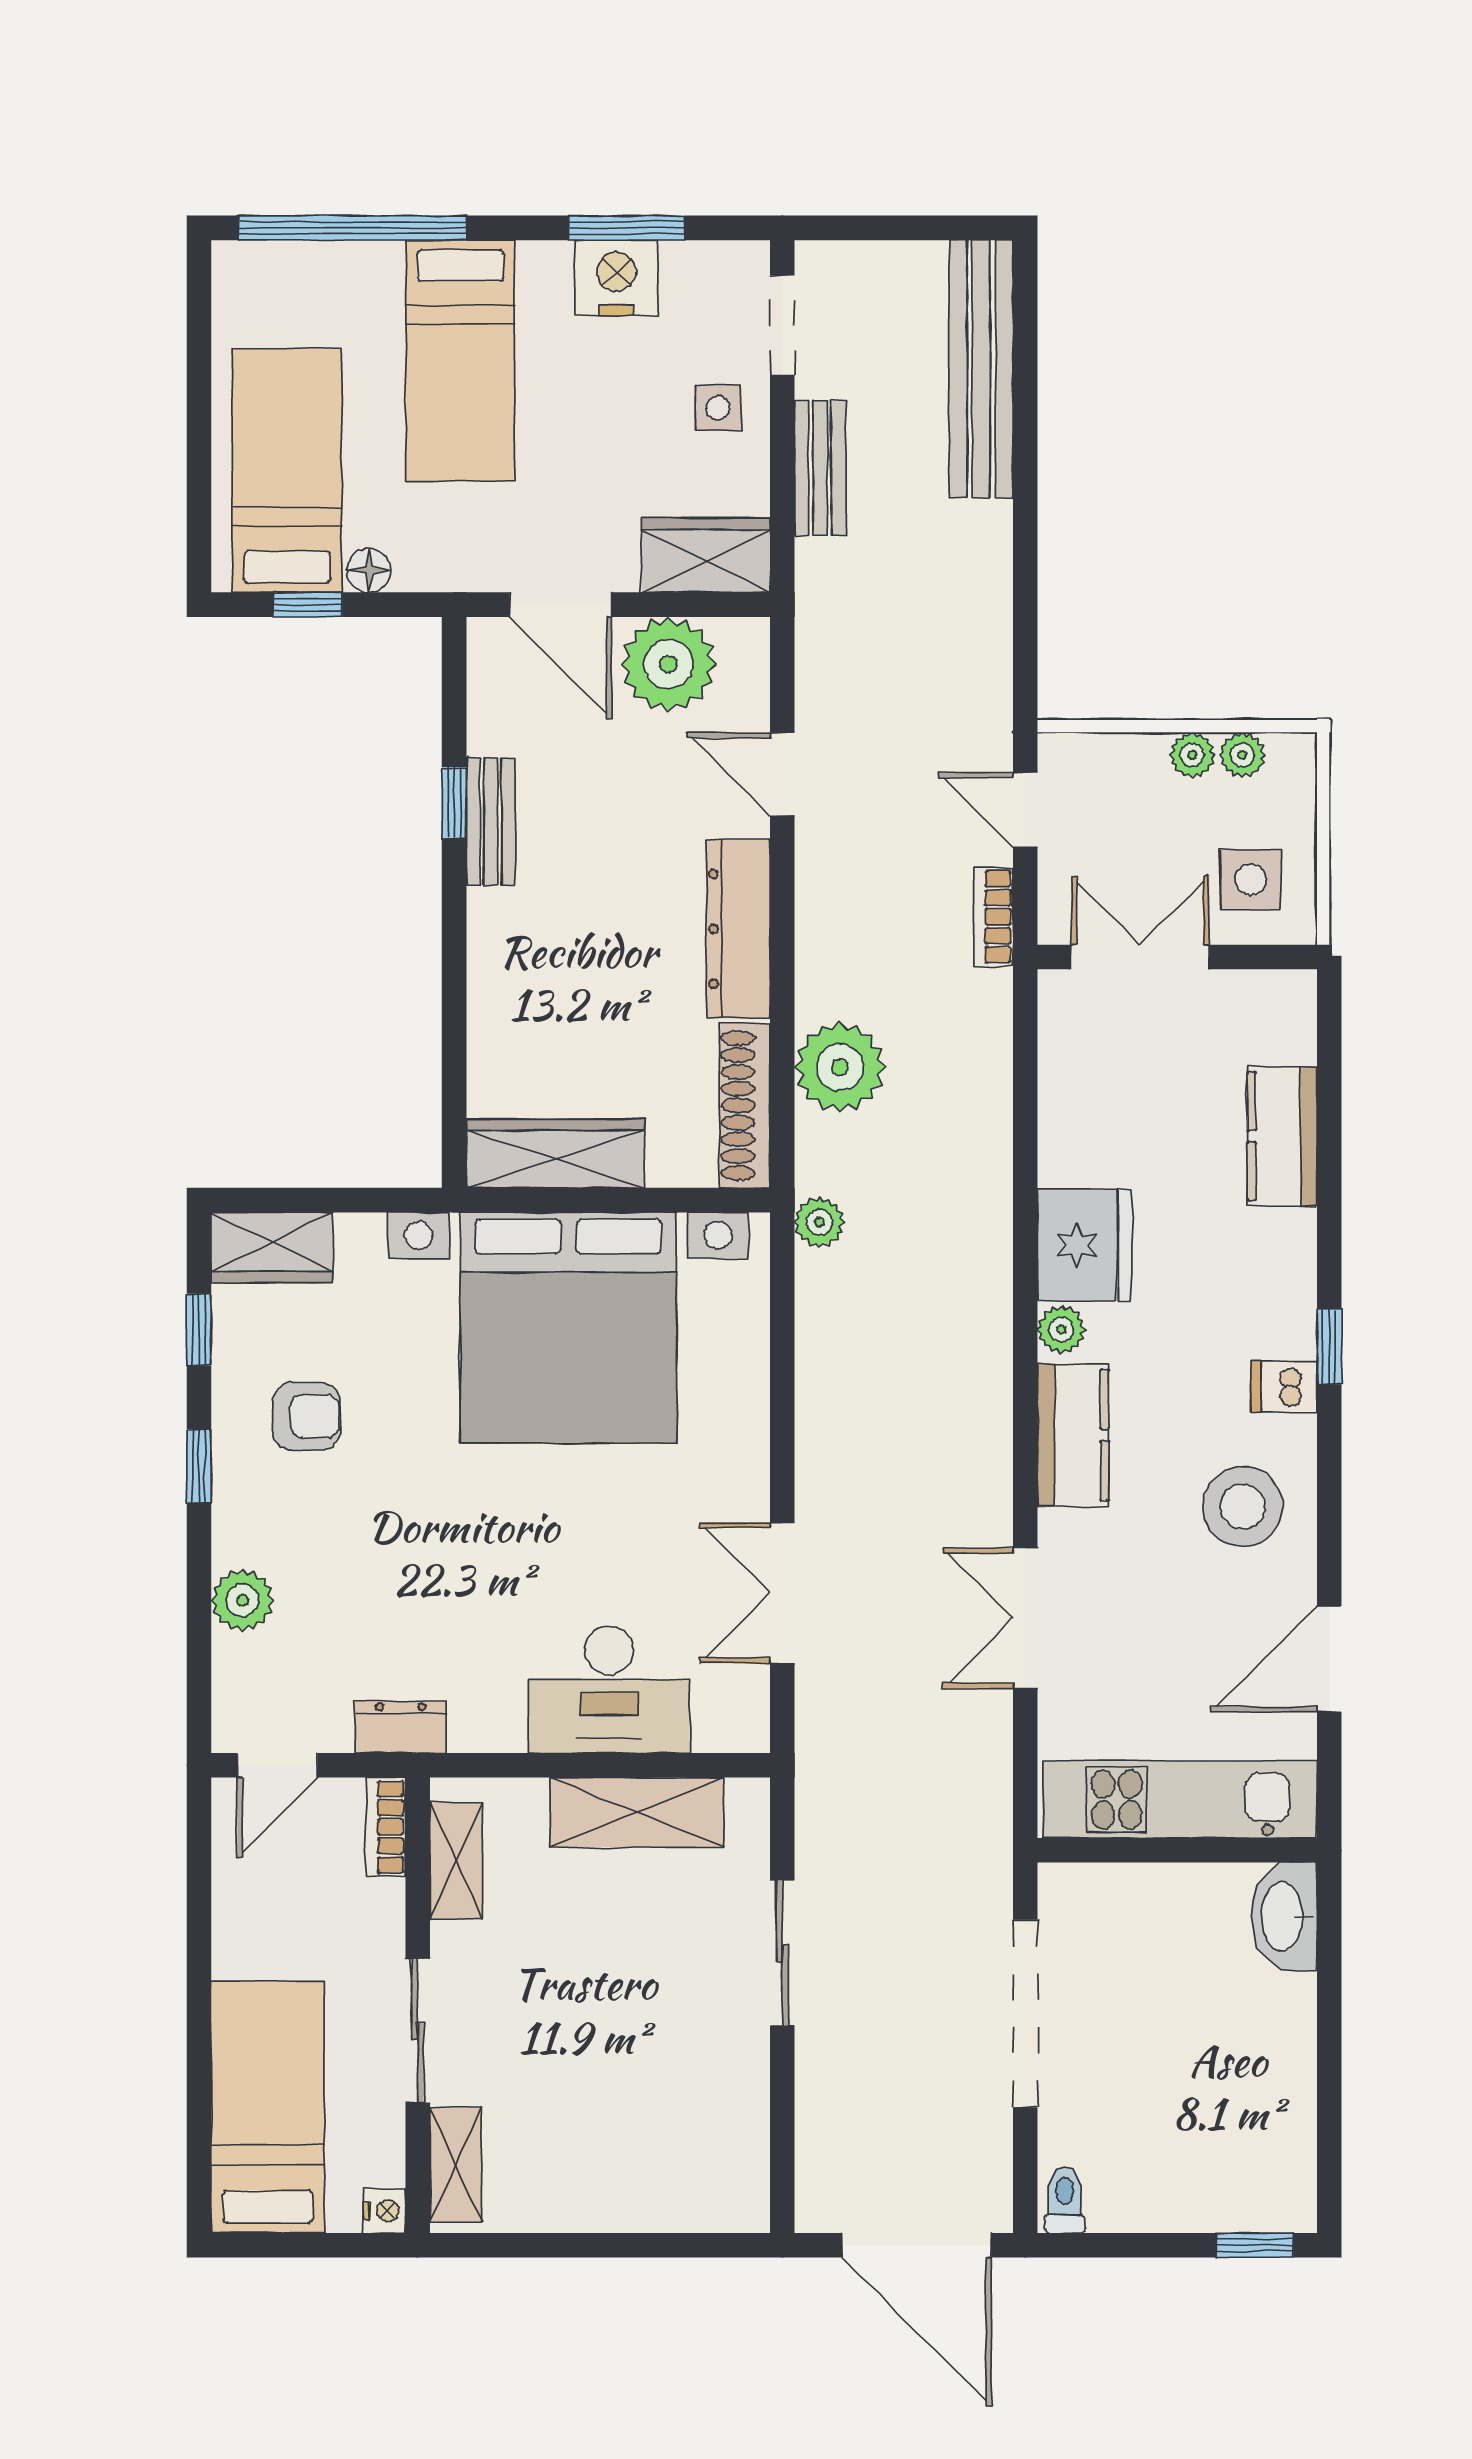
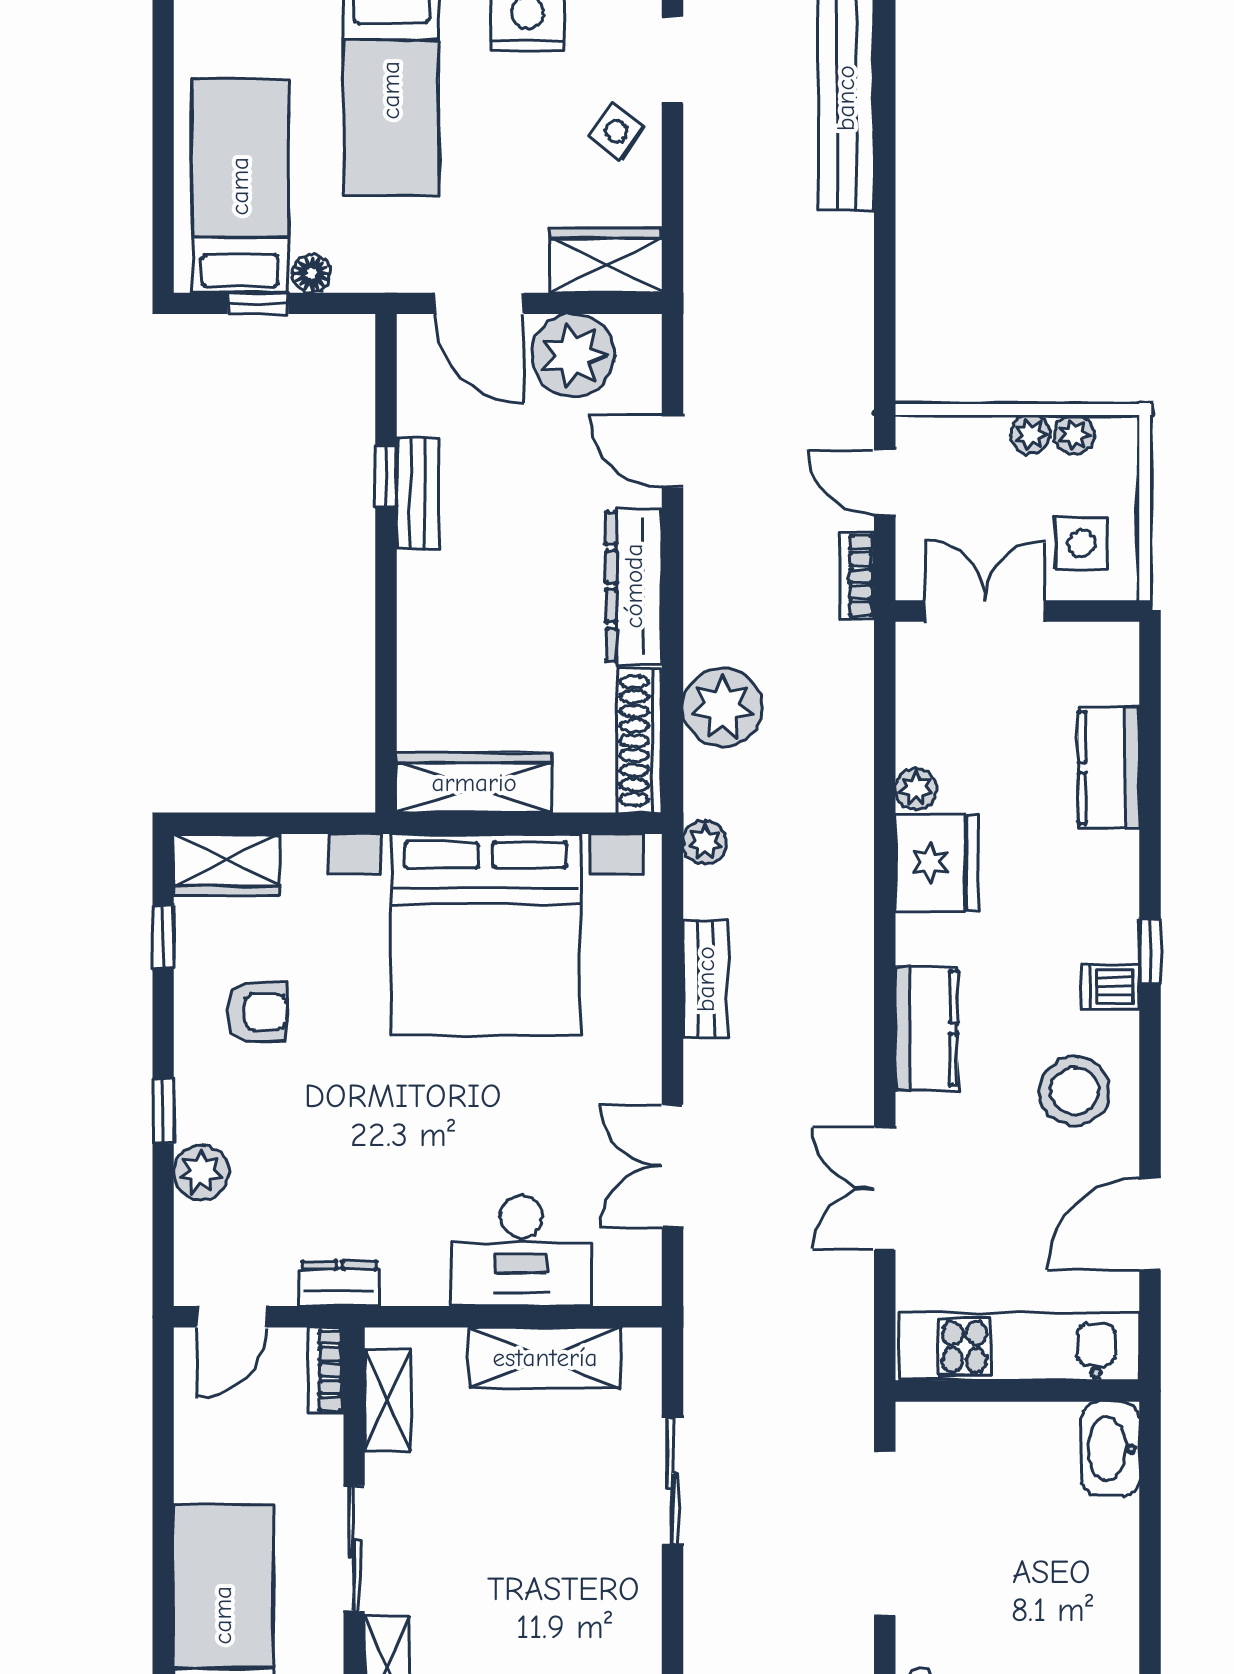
side table: (718, 408) -> (616, 132), turned 35
bench: (820, 468) -> (706, 979), moved
plant: (1061, 1329) -> (916, 789), moved
window: (199, 1466) -> (163, 1111), moved

